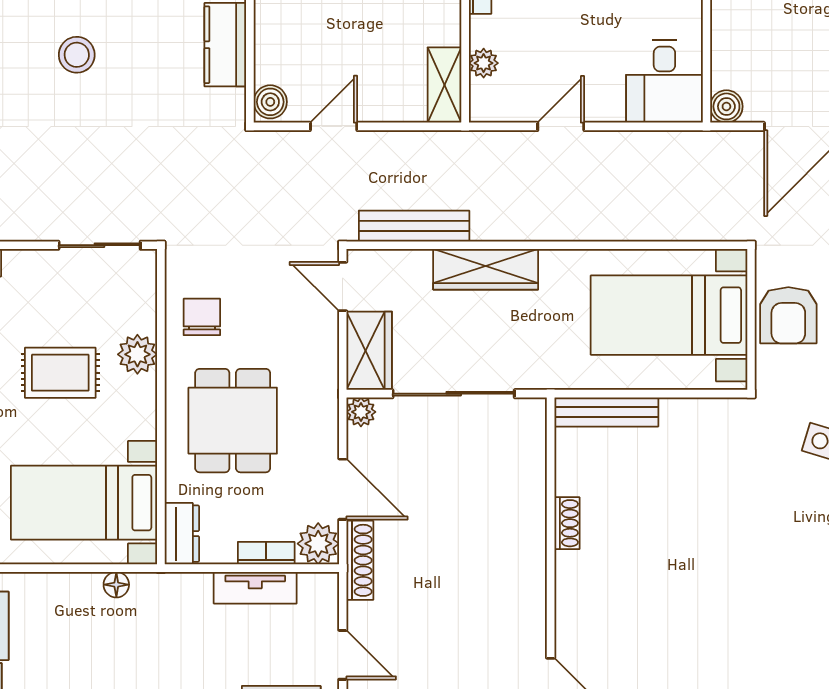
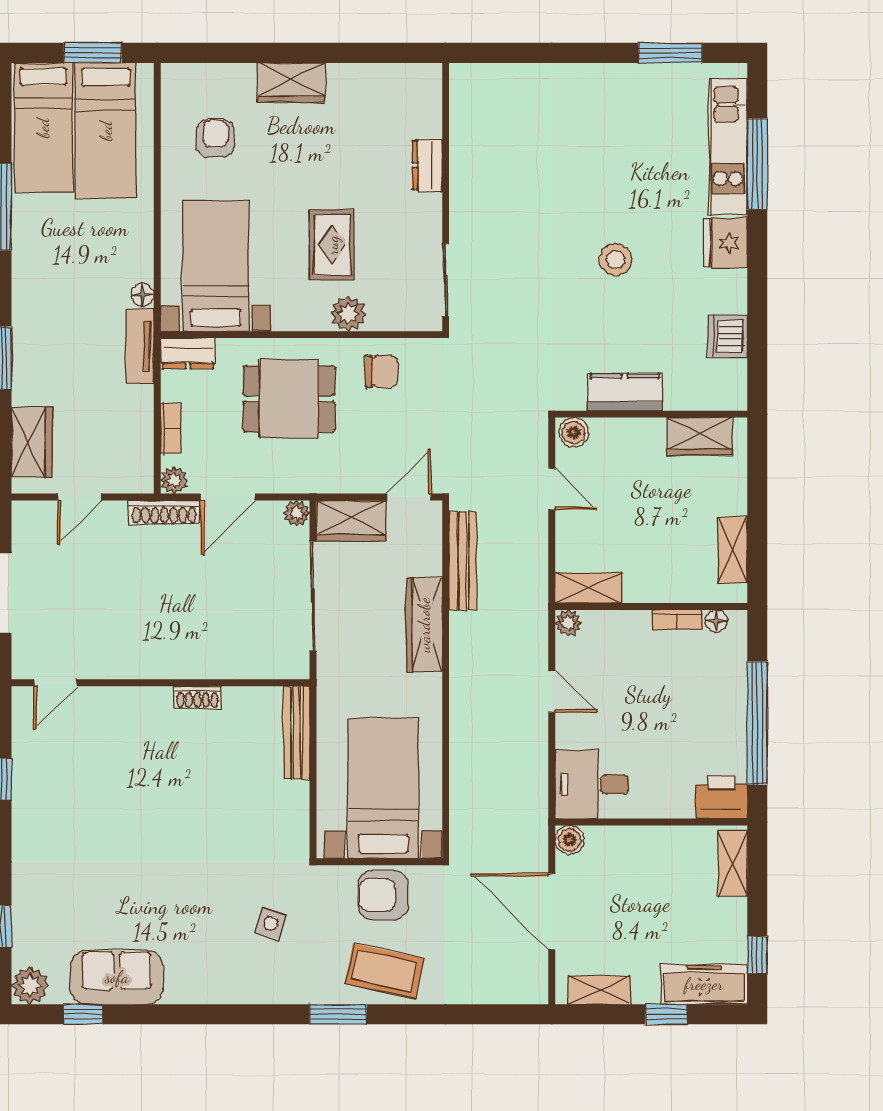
plant: (484, 63) -> (568, 623), moved
plant: (318, 544) -> (174, 480), width x0.73, depth x0.73
tv unit: (255, 588) -> (140, 346), moved

